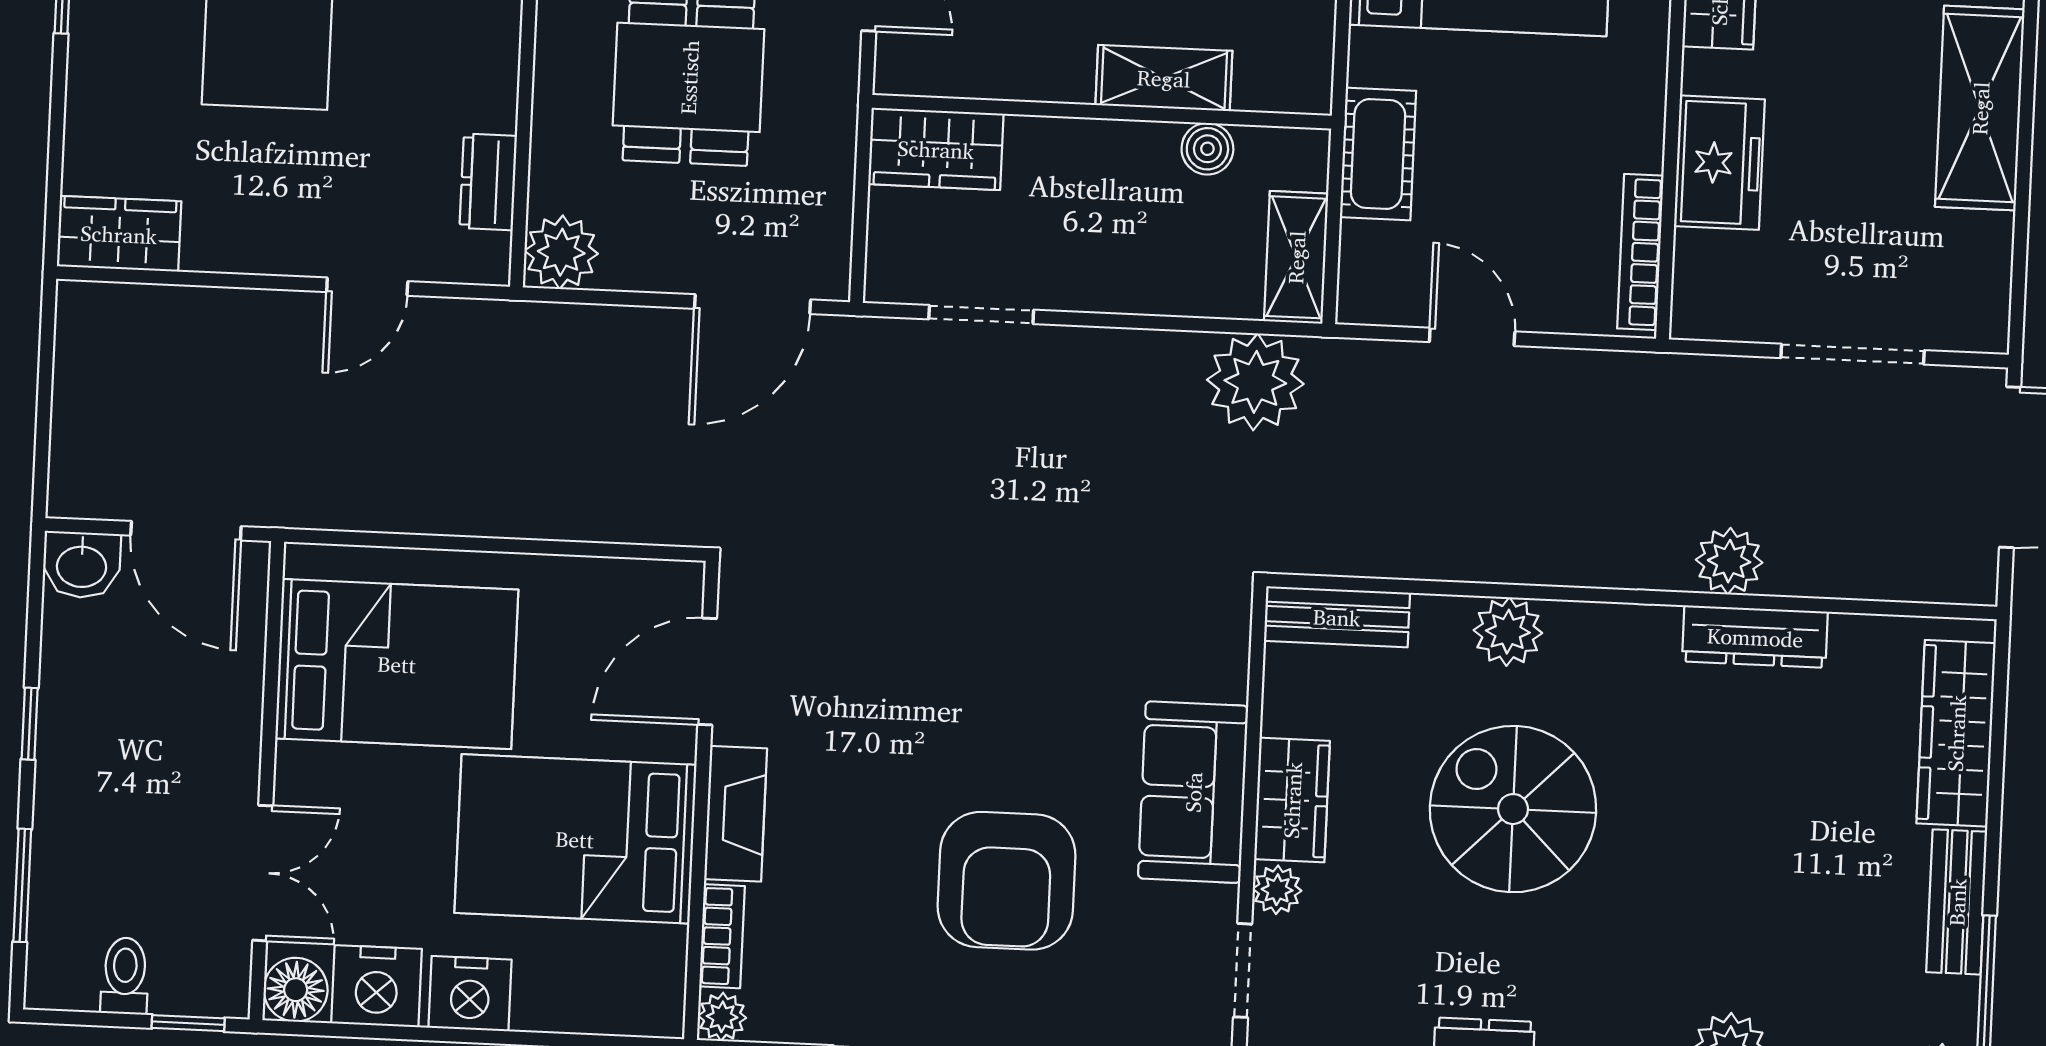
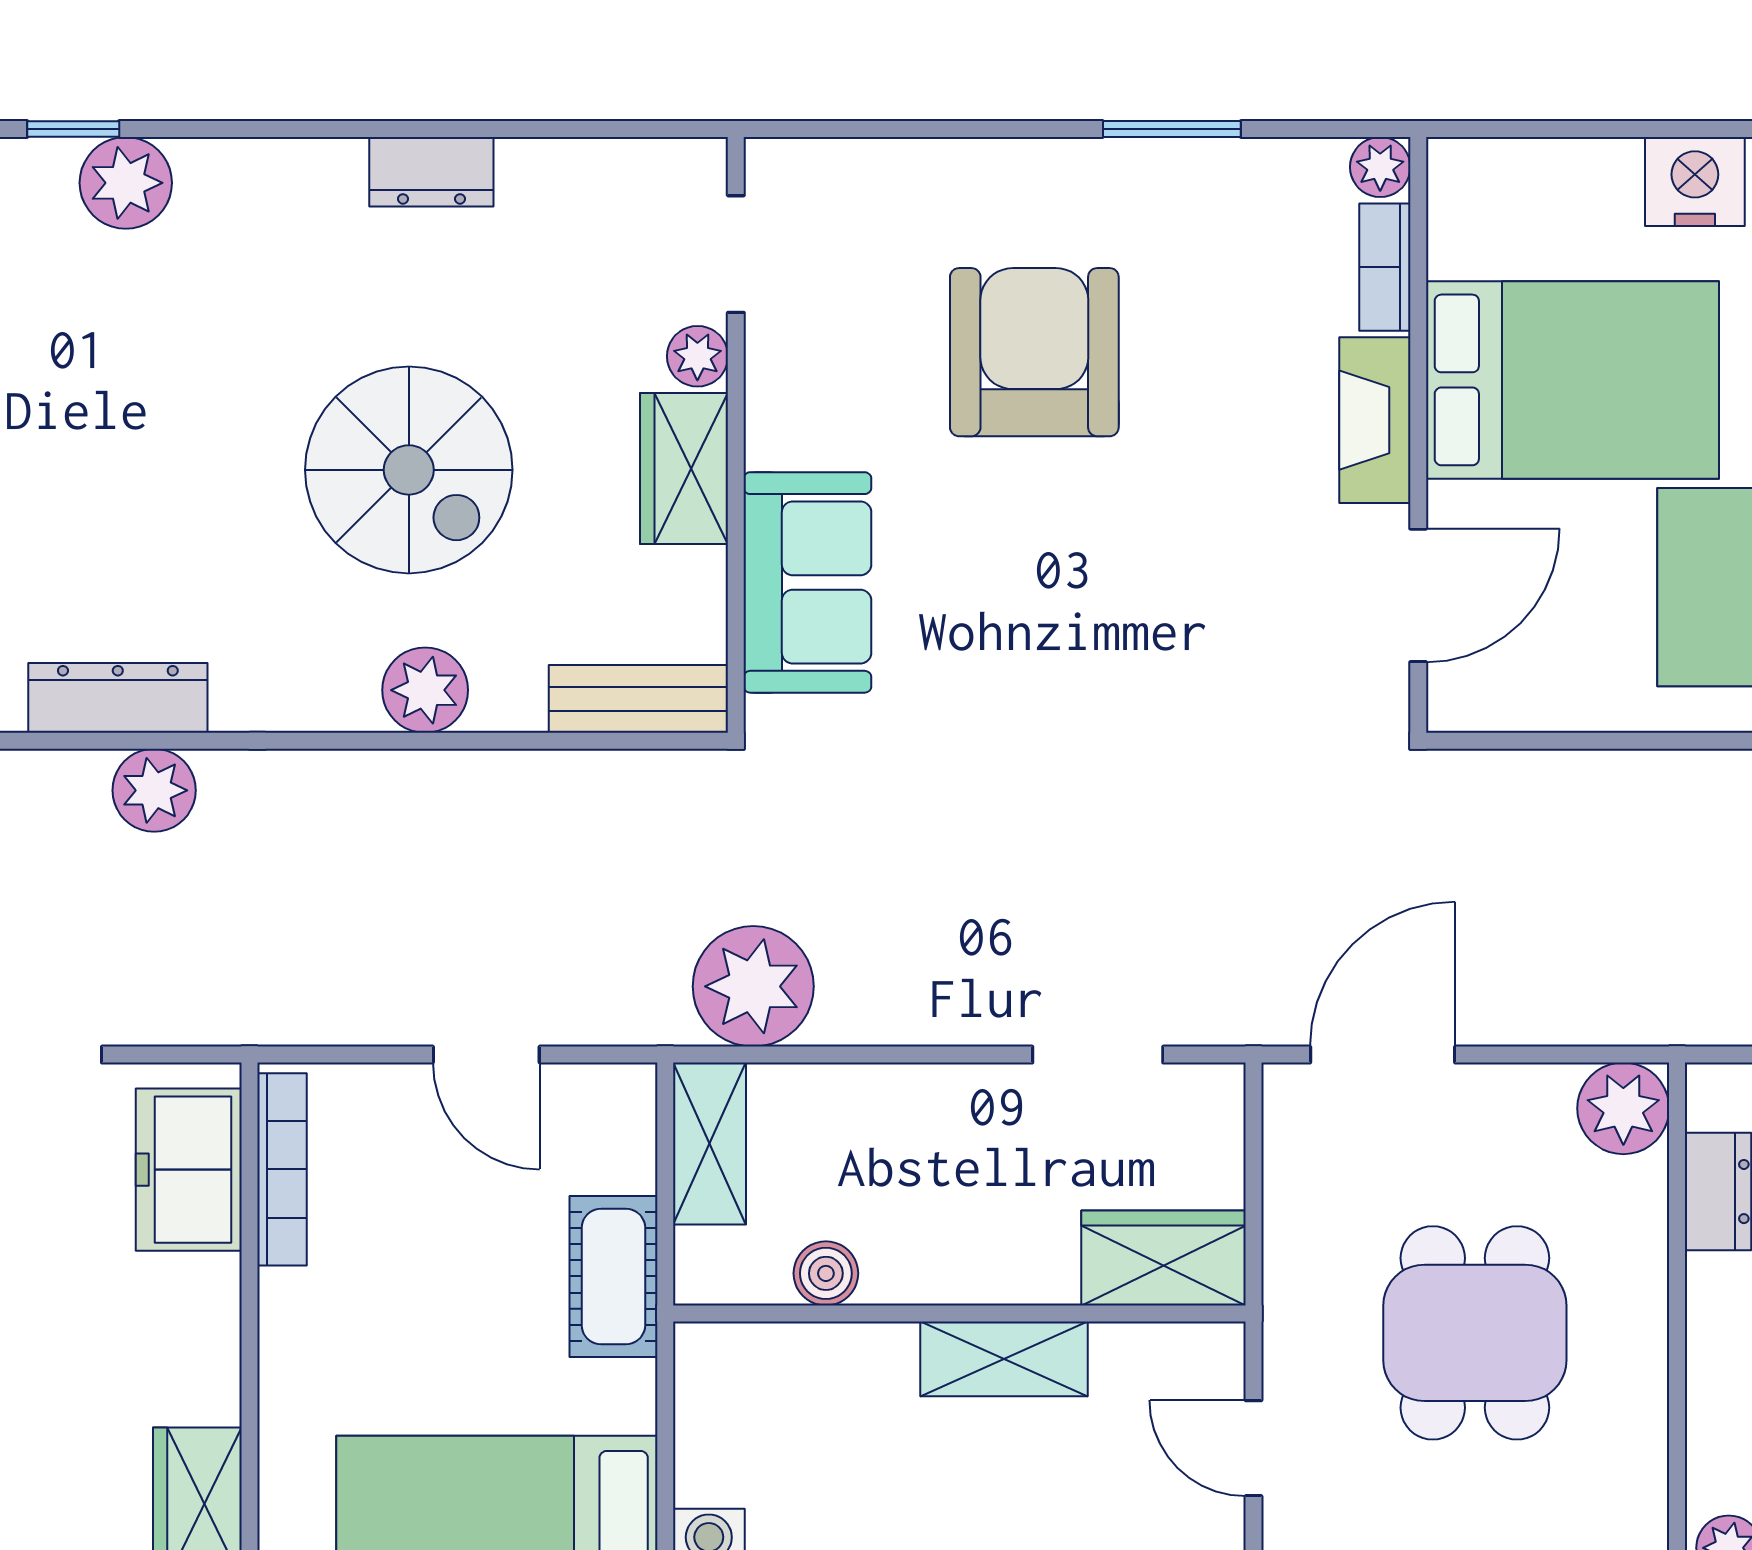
shelving: (1164, 78) -> (1004, 1359), moved
freezer: (1719, 163) -> (189, 1170), moved
sofa: (1193, 792) -> (807, 582), moved

